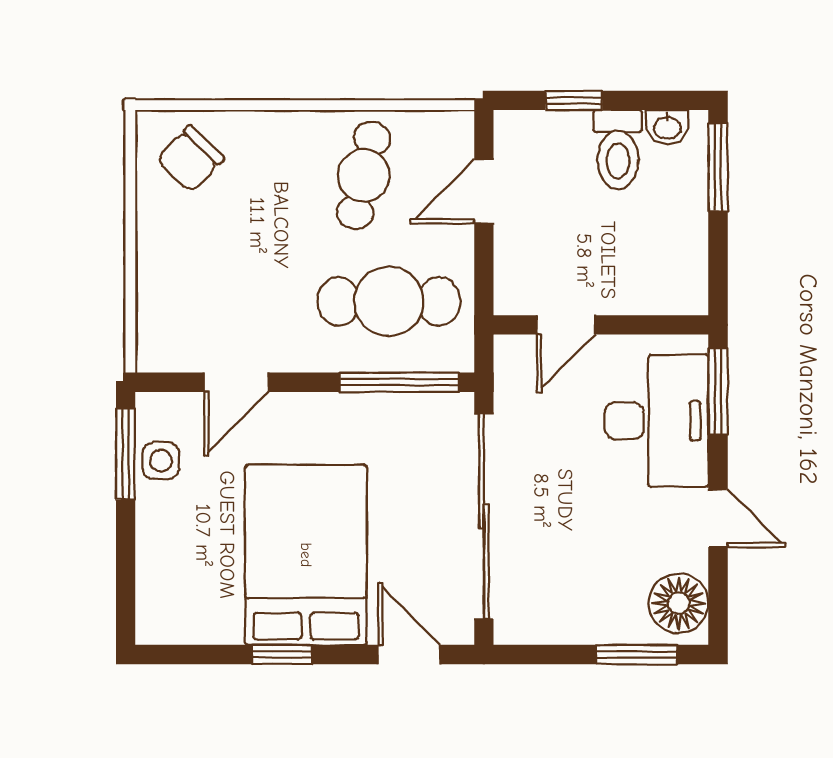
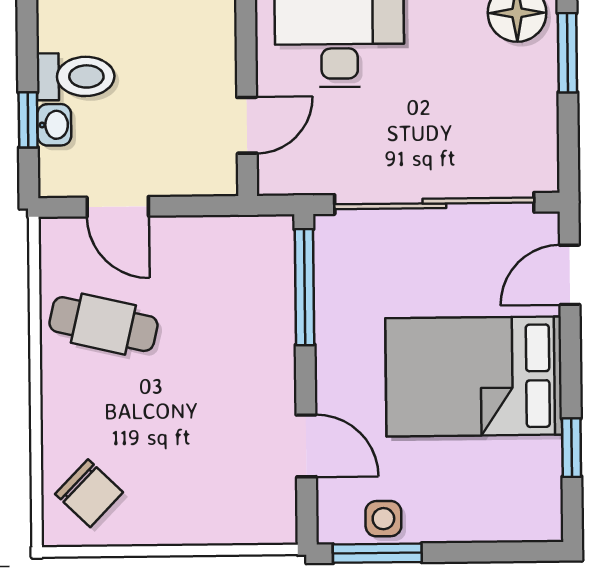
washbasin: (667, 127) -> (54, 125), moved
cafe table: (389, 301) -> (226, 298), removed
door: (566, 325) -> (247, 125), hinge flipped
window: (282, 655) -> (572, 448), moved

